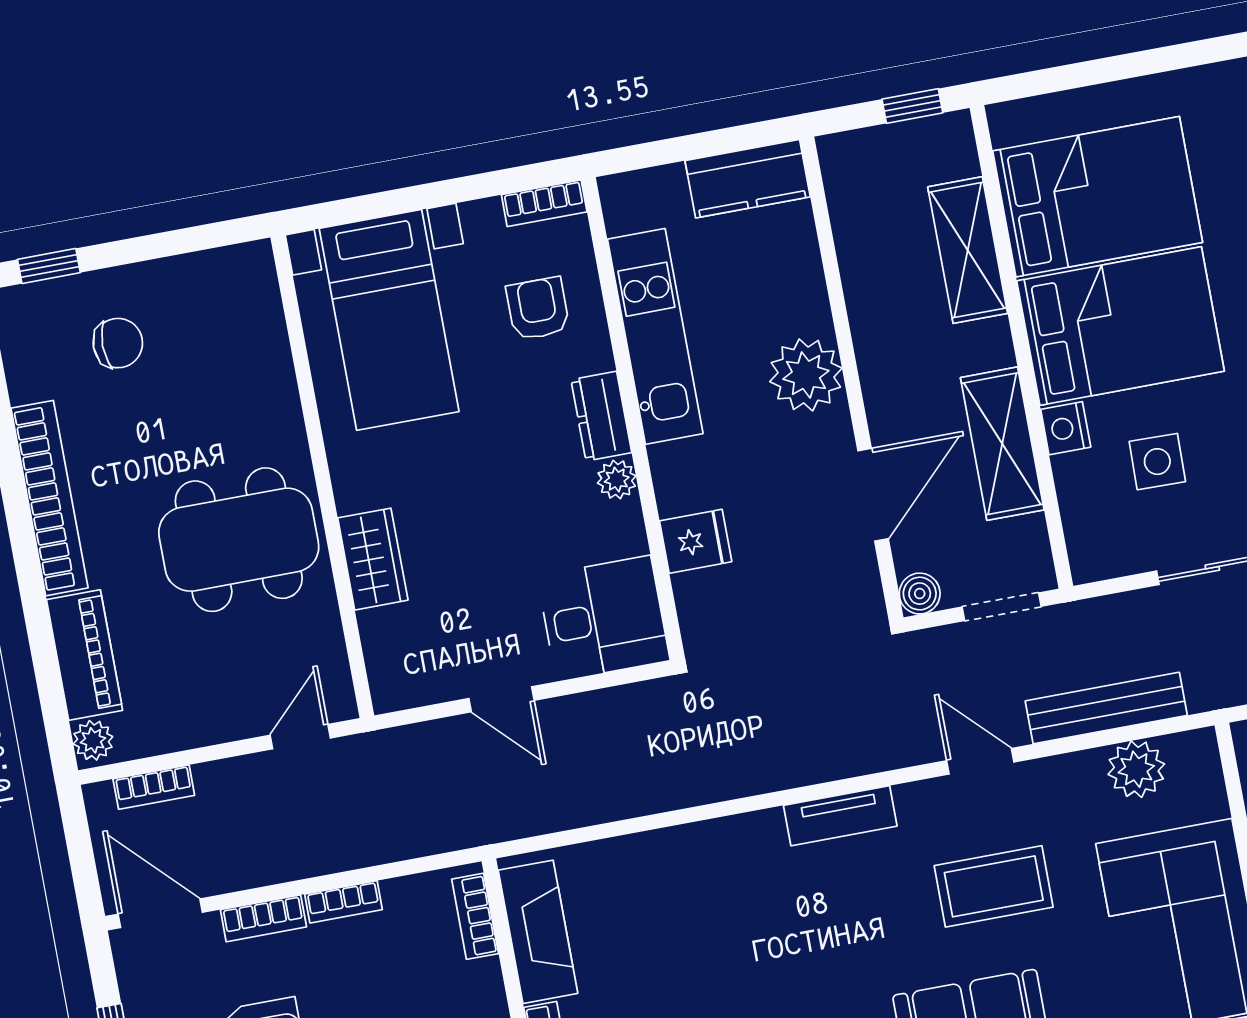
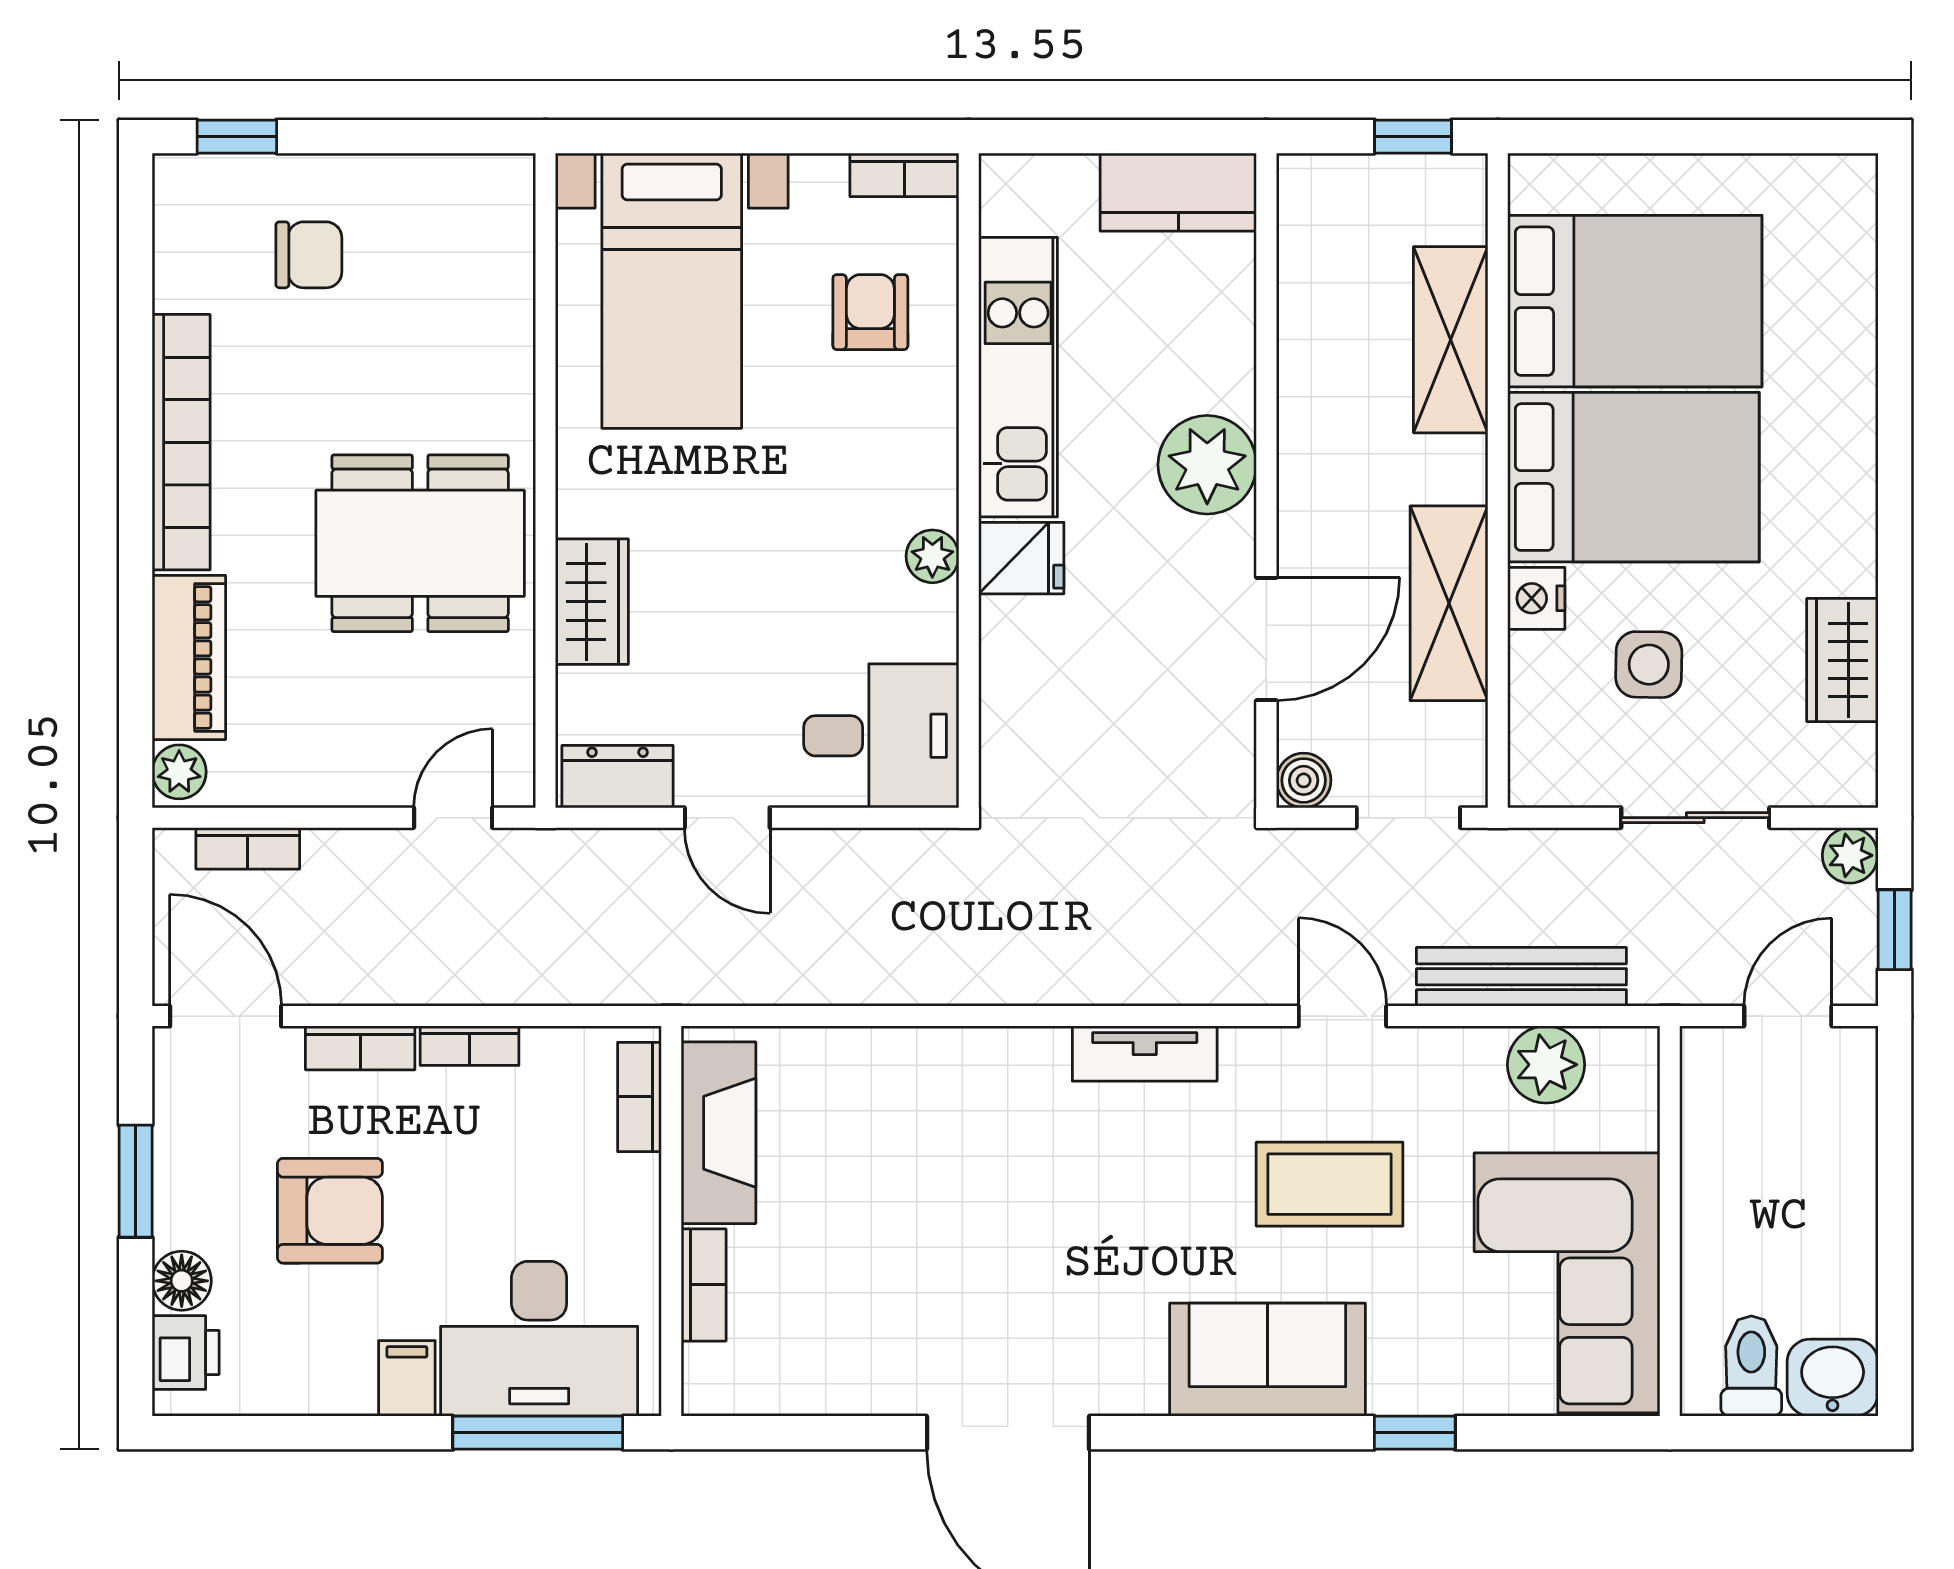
dresser: (601, 416) -> (618, 777), moved, turned 90
fridge: (696, 541) -> (1021, 558), moved

